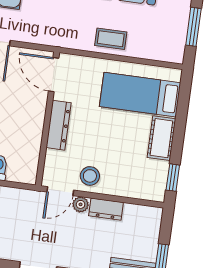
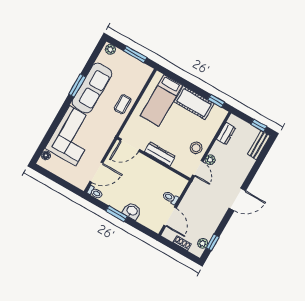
cot: (161, 138) -> (194, 103), width x1.37, depth x1.34
dresser: (106, 209) -> (226, 134), moved

